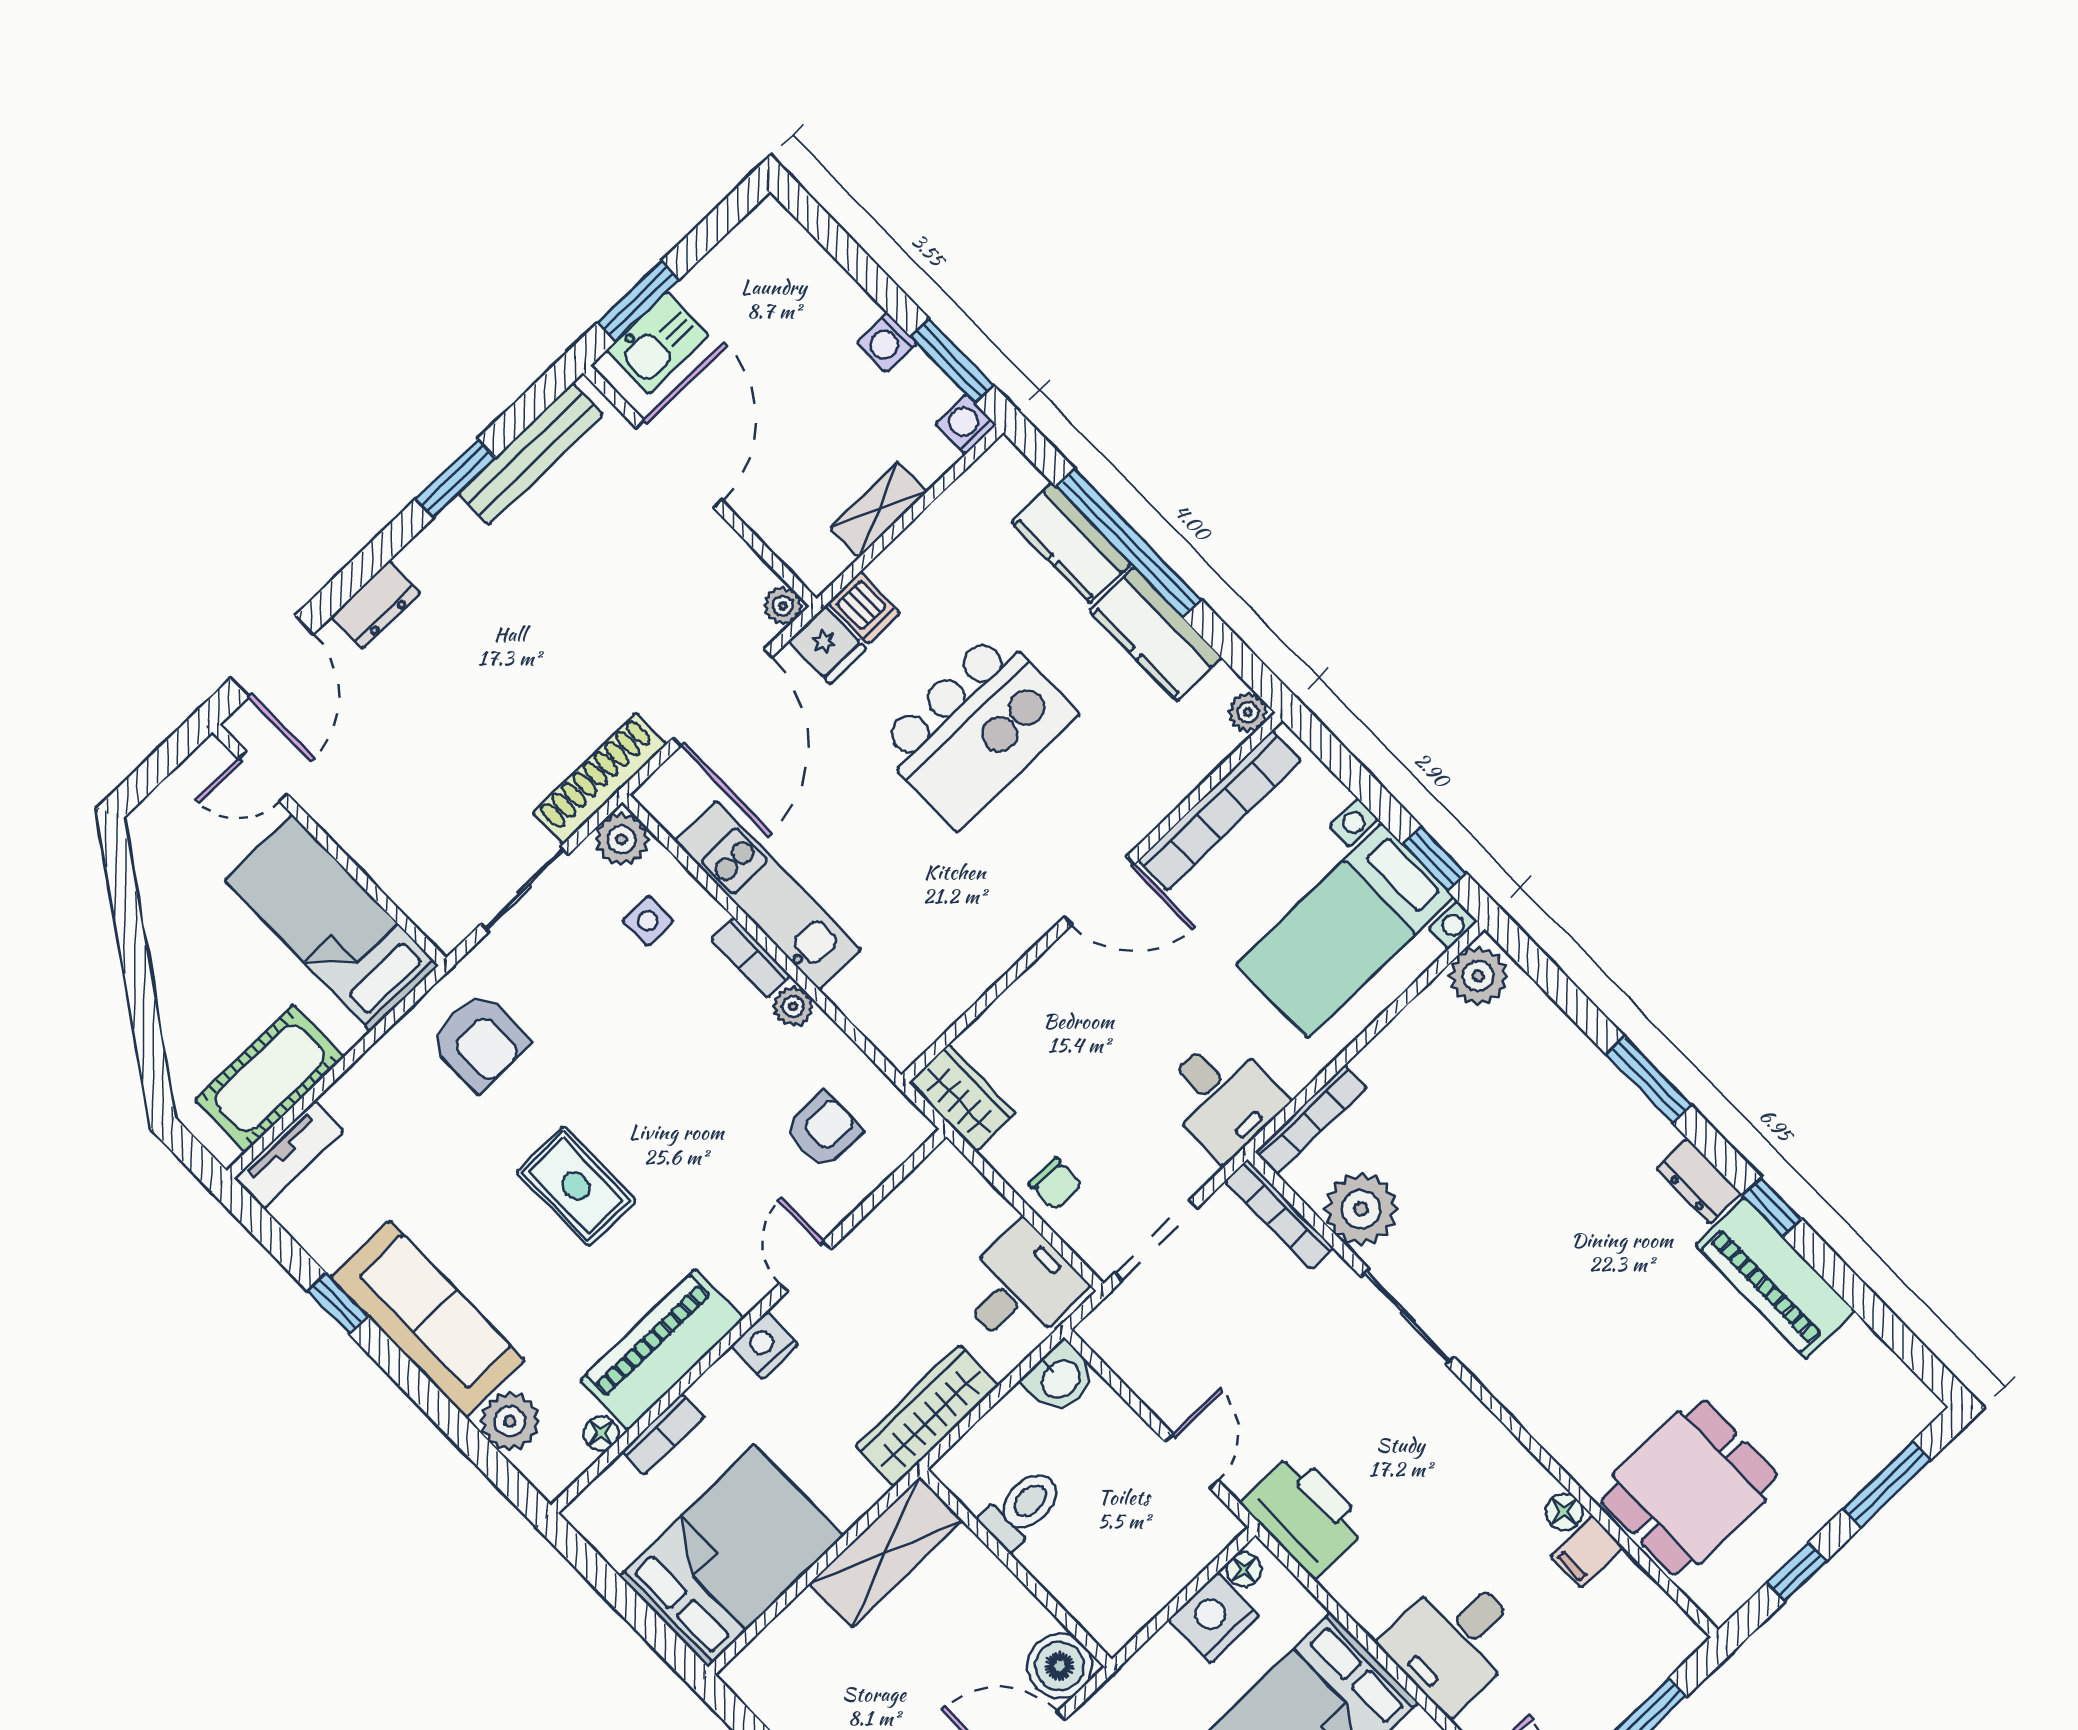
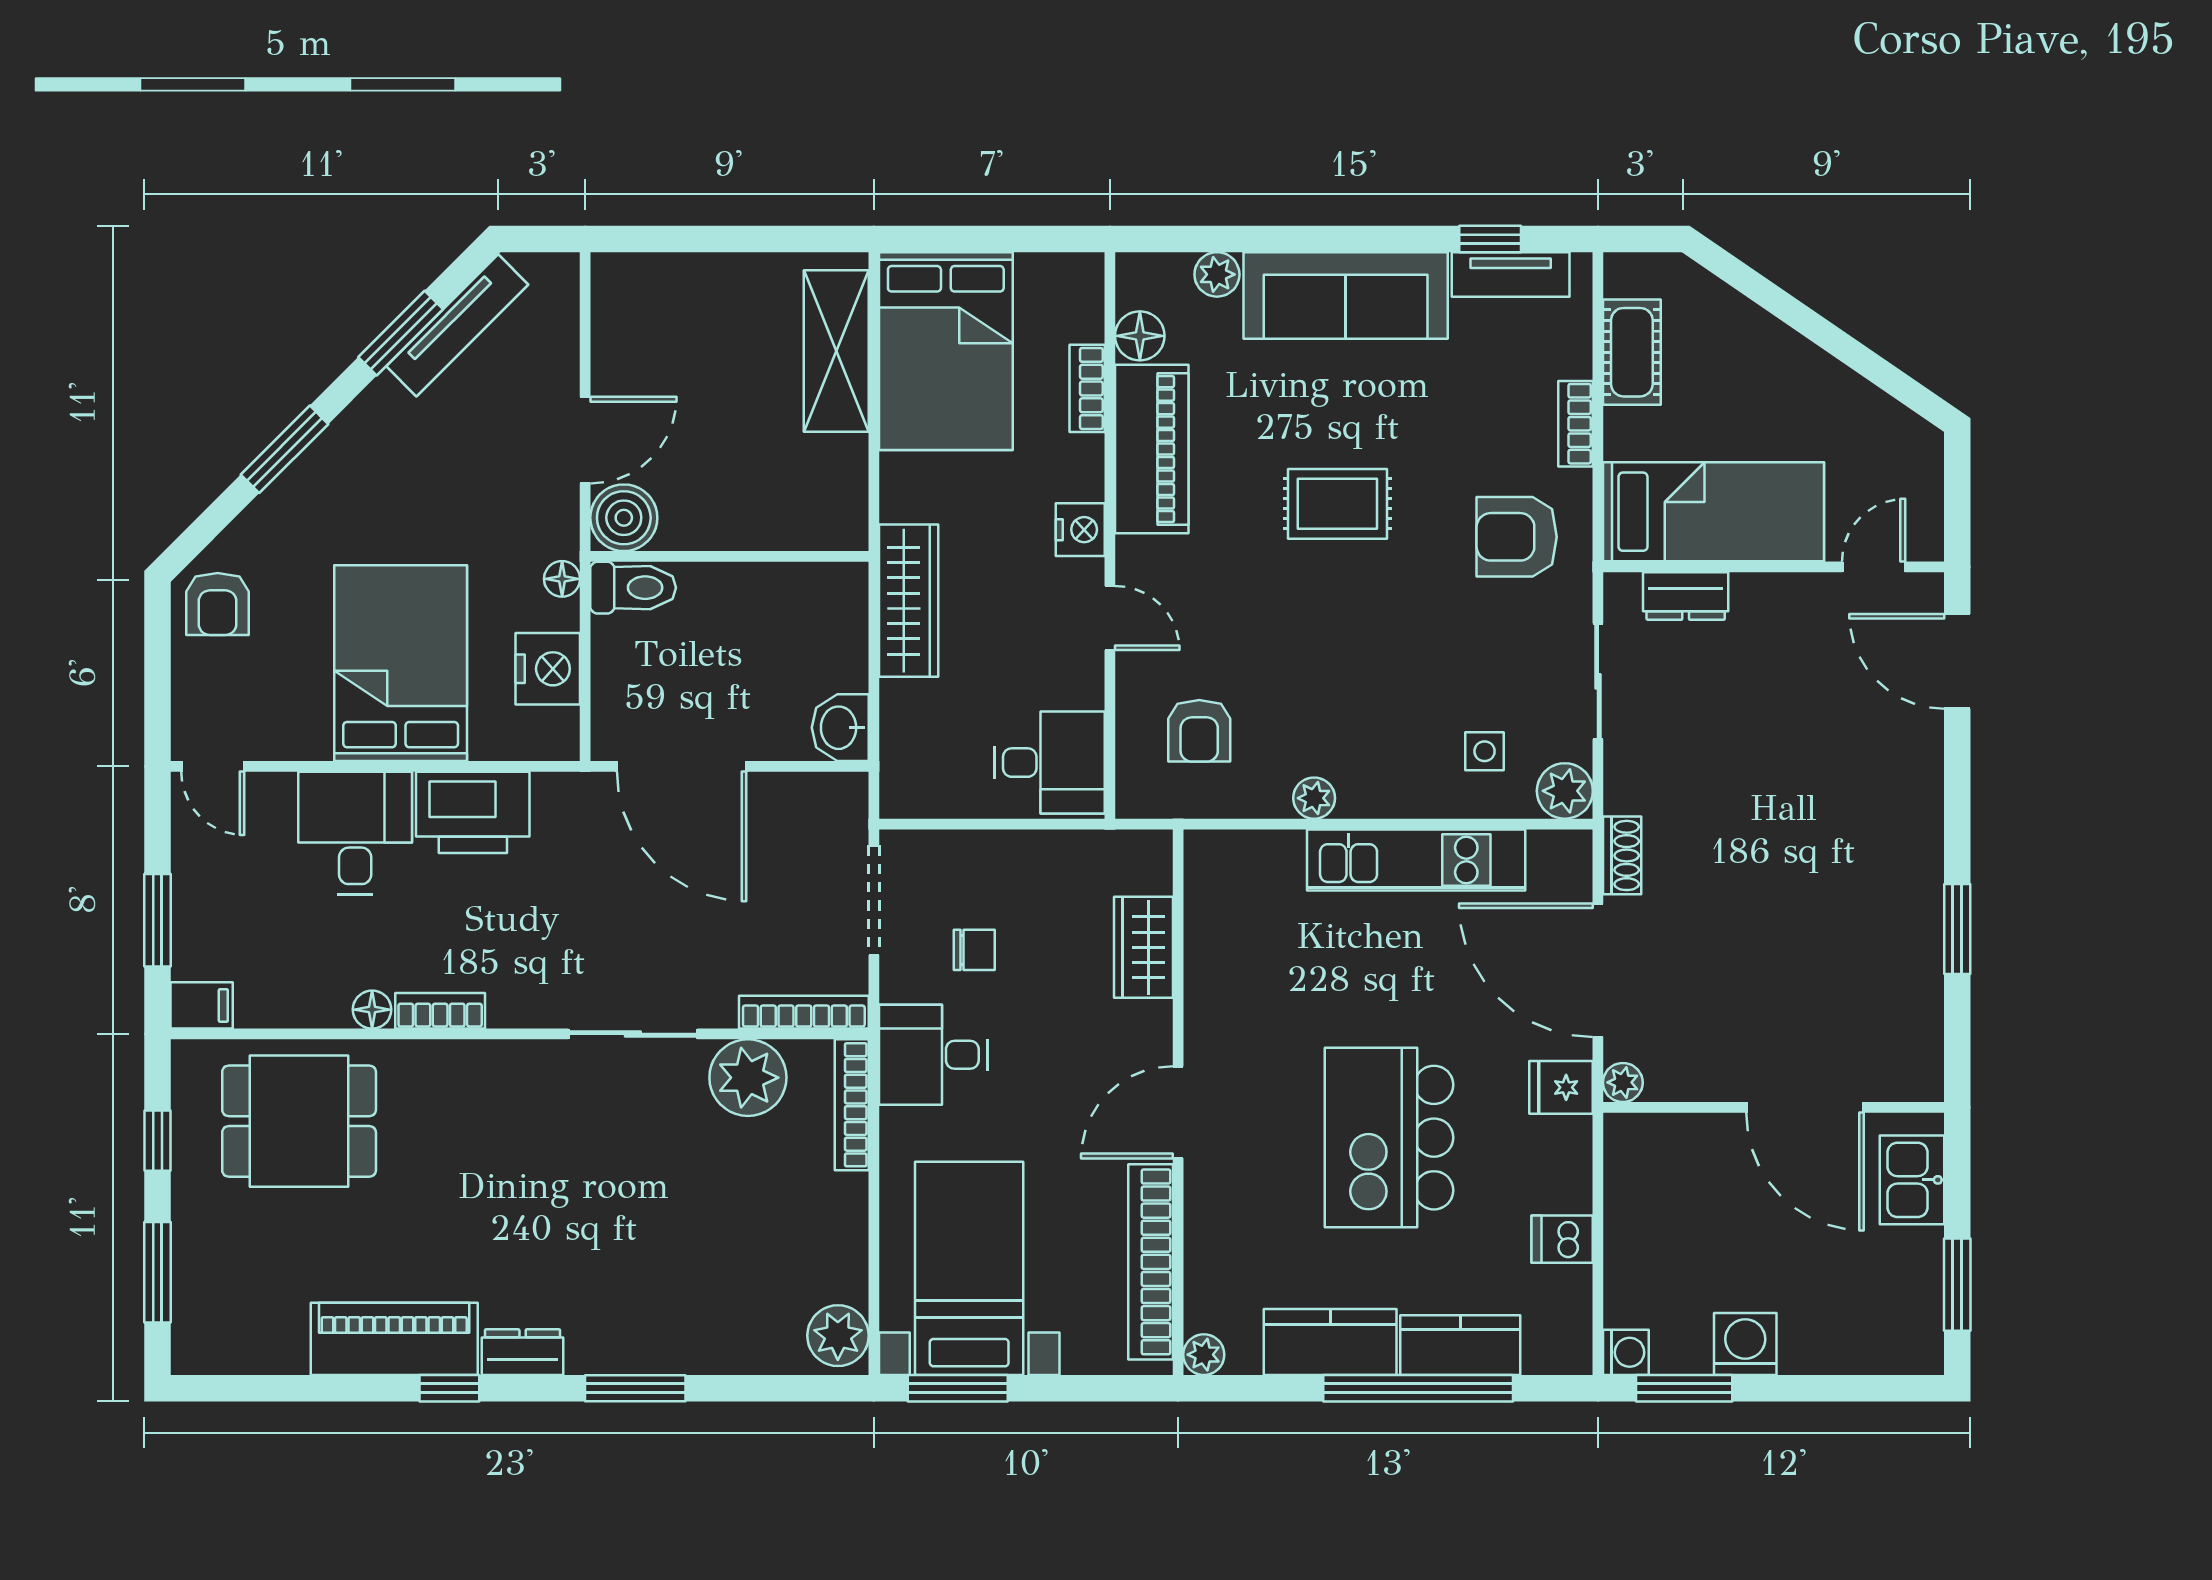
window: (638, 301) -> (1957, 1285), moved
washing machine: (887, 342) -> (1745, 1344), width x1.38, depth x1.38
bench: (531, 454) -> (1921, 1003), removed
shelving: (878, 510) -> (1625, 1224), removed
dresser: (376, 605) -> (1686, 596), moved, turned -90
dishwasher: (864, 608) -> (1562, 1239), moved
shoe rack: (600, 778) -> (1622, 855), width x0.51, depth x0.81
window: (1435, 859) -> (958, 1388), width x1.50
bookcase: (751, 958) -> (1575, 424), moved, turned -90
cot: (270, 1078) -> (1632, 352), width x0.73, depth x0.75
wardrobe: (962, 1098) -> (1143, 947), moved, turned 90
tv unit: (289, 1155) -> (1511, 274), moved, turned -90
chair: (1056, 1184) -> (974, 950), moved, turned 180
desk: (1019, 1287) -> (1050, 763), moved, turned -90
window: (338, 1304) -> (1490, 239), moved
plant: (510, 1421) -> (1217, 274), width x0.73, depth x0.73
floor lamp: (601, 1433) -> (1140, 336), width x1.37, depth x1.37
door: (1192, 1461) -> (682, 766), width x1.87
bookcase: (1520, 1464) -> (440, 1011), added
dining table: (1689, 1488) -> (299, 1121), turned 90
toilet: (1022, 1508) -> (633, 588), moved, turned -90
printer: (1305, 1515) -> (473, 812), moved
shelving: (886, 1552) -> (836, 351), moved
filing cabinet: (1587, 1552) -> (202, 1005), moved, turned 90
floor lamp: (1244, 1570) -> (562, 579), moved

